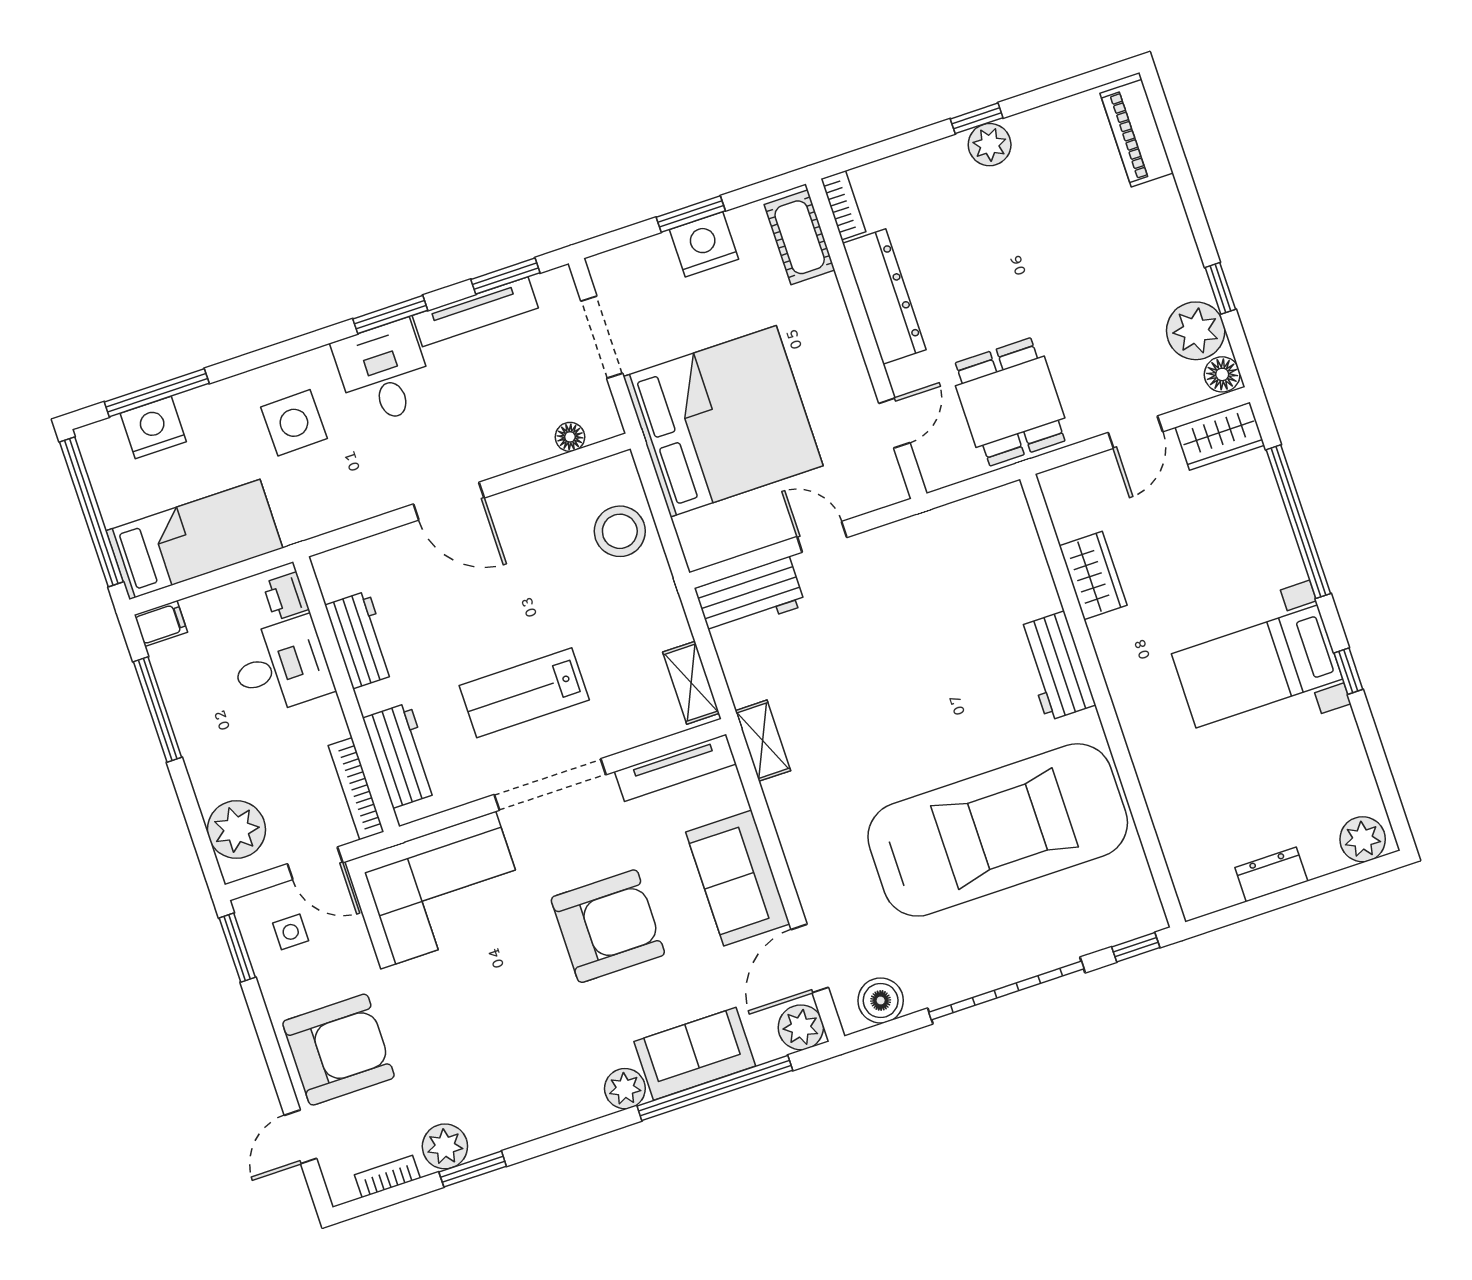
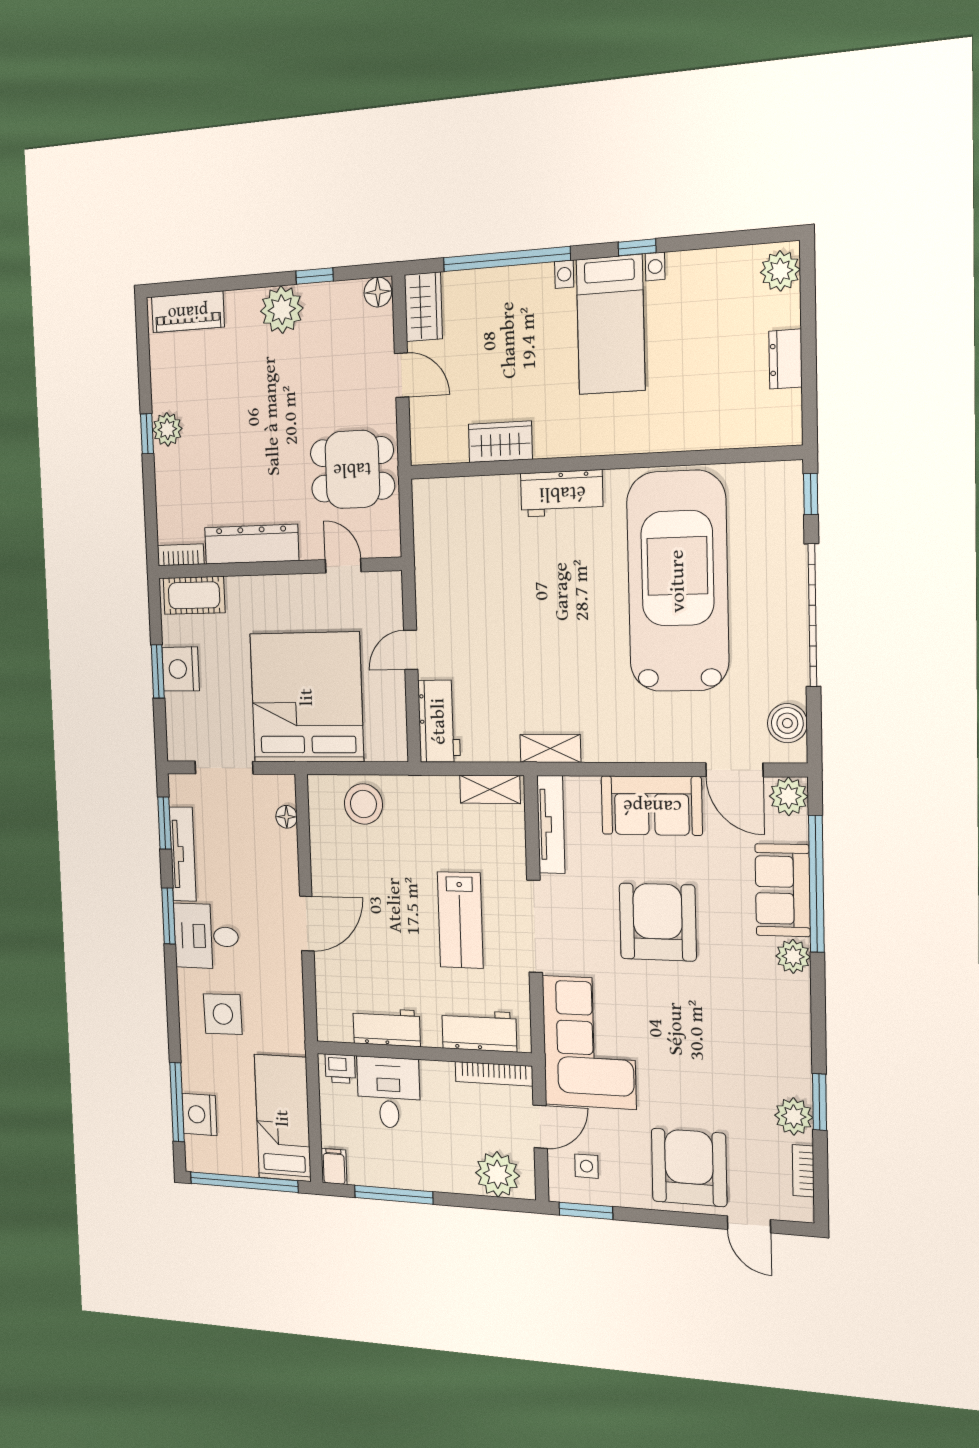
plant: (1196, 331) -> (282, 310), moved

